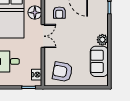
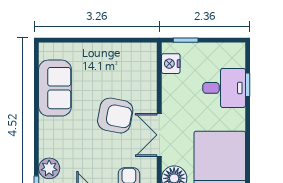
plant: (102, 40) -> (49, 168), moved
armchair: (62, 72) -> (115, 116), moved

